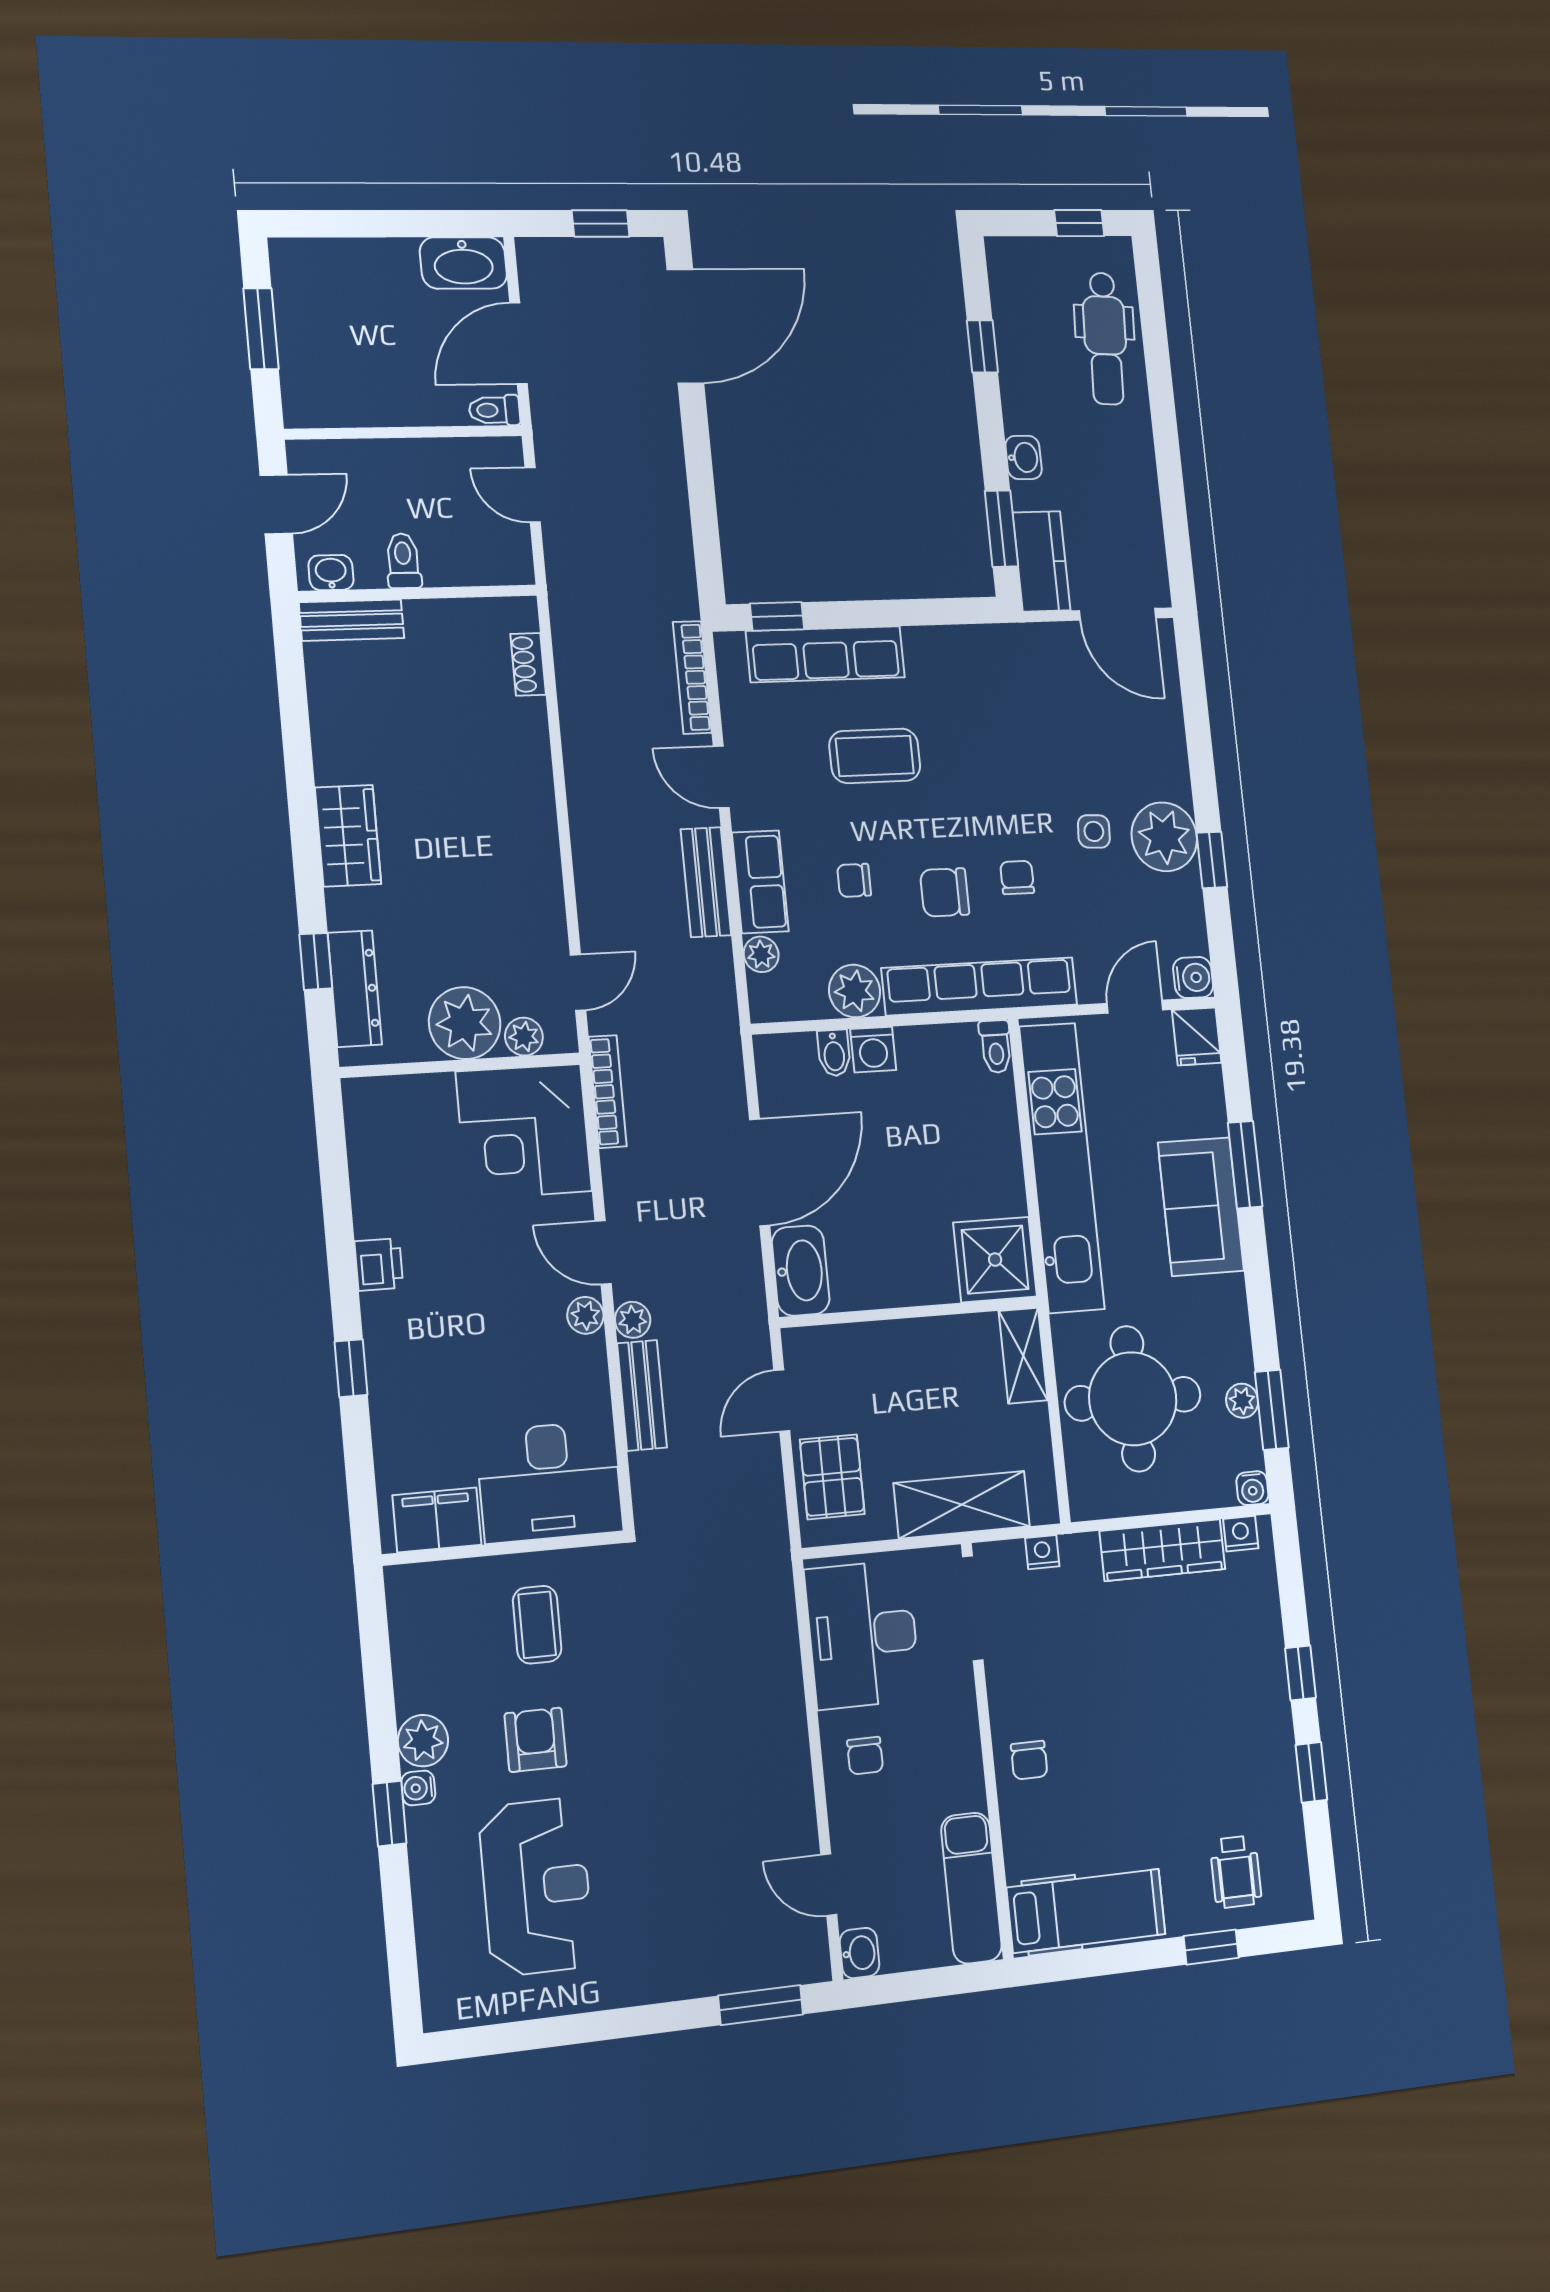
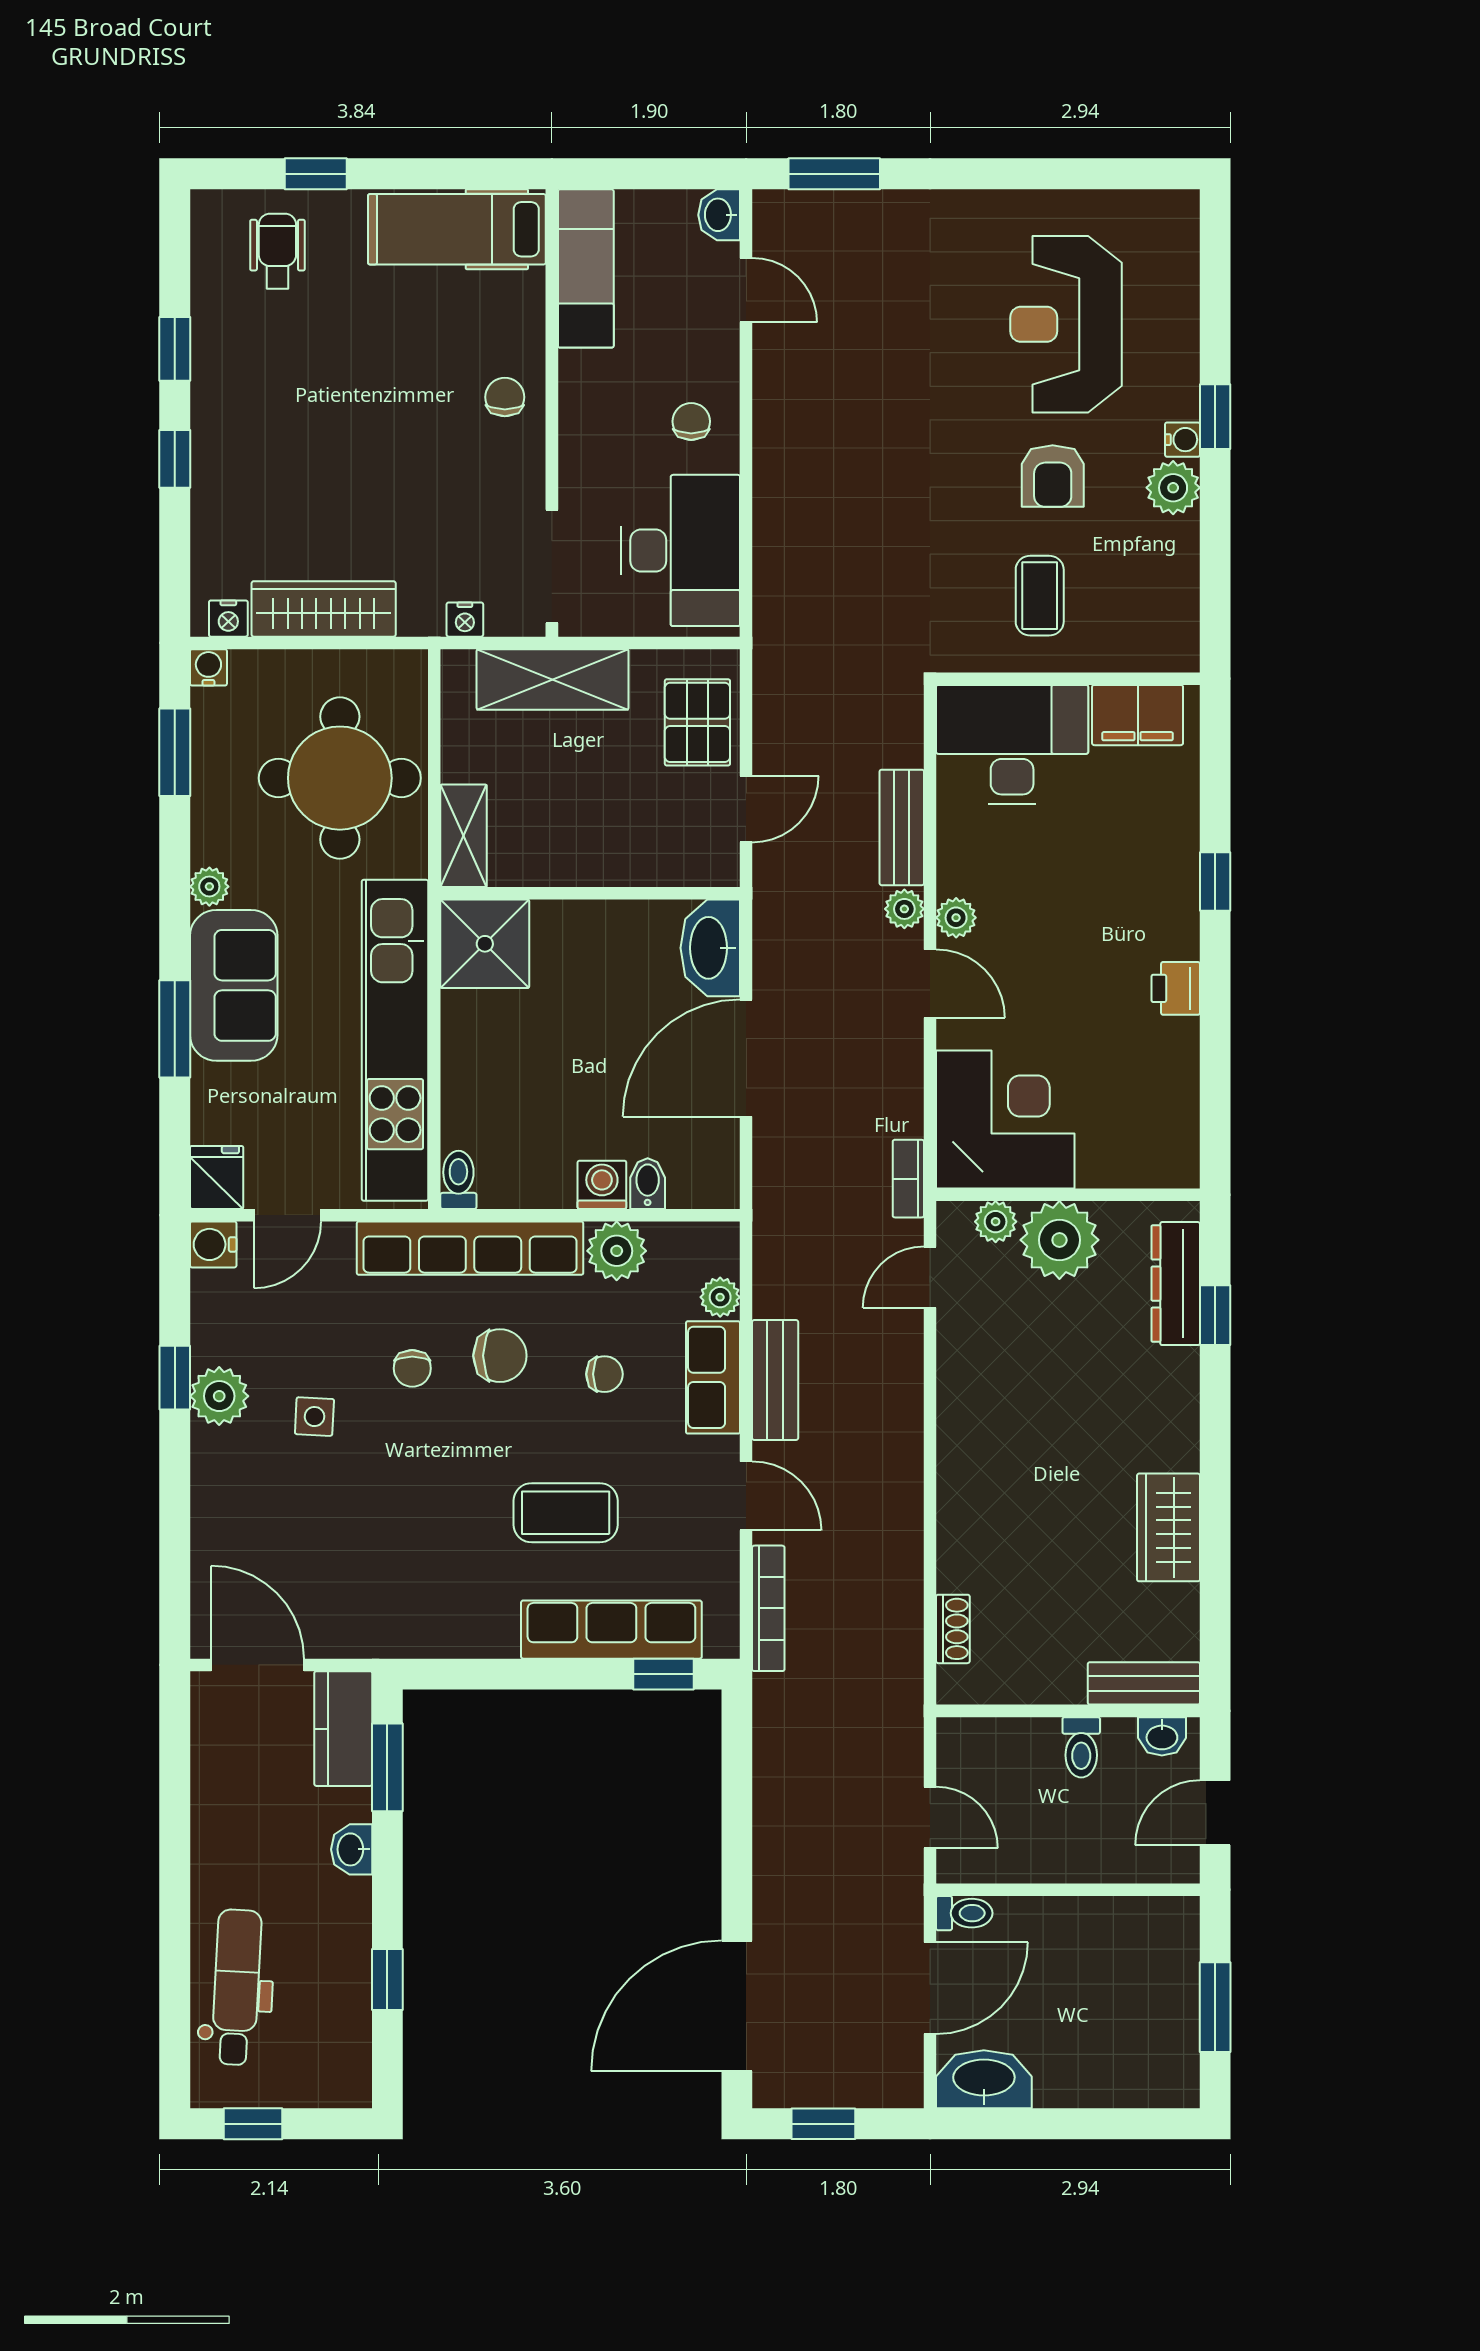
wardrobe: (348, 836) -> (1169, 1527), moved
plant: (1164, 837) -> (219, 1396), width x0.73, depth x0.73
bookcase: (608, 1092) -> (908, 1179), width x0.64
plant: (1242, 1401) -> (209, 887), moved

